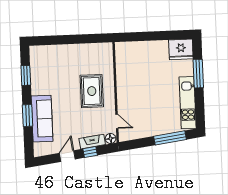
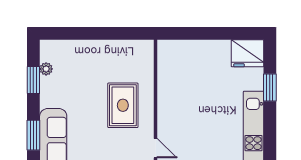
plant: (35, 67) -> (46, 69), added
window: (198, 74) -> (270, 87), width x0.69

